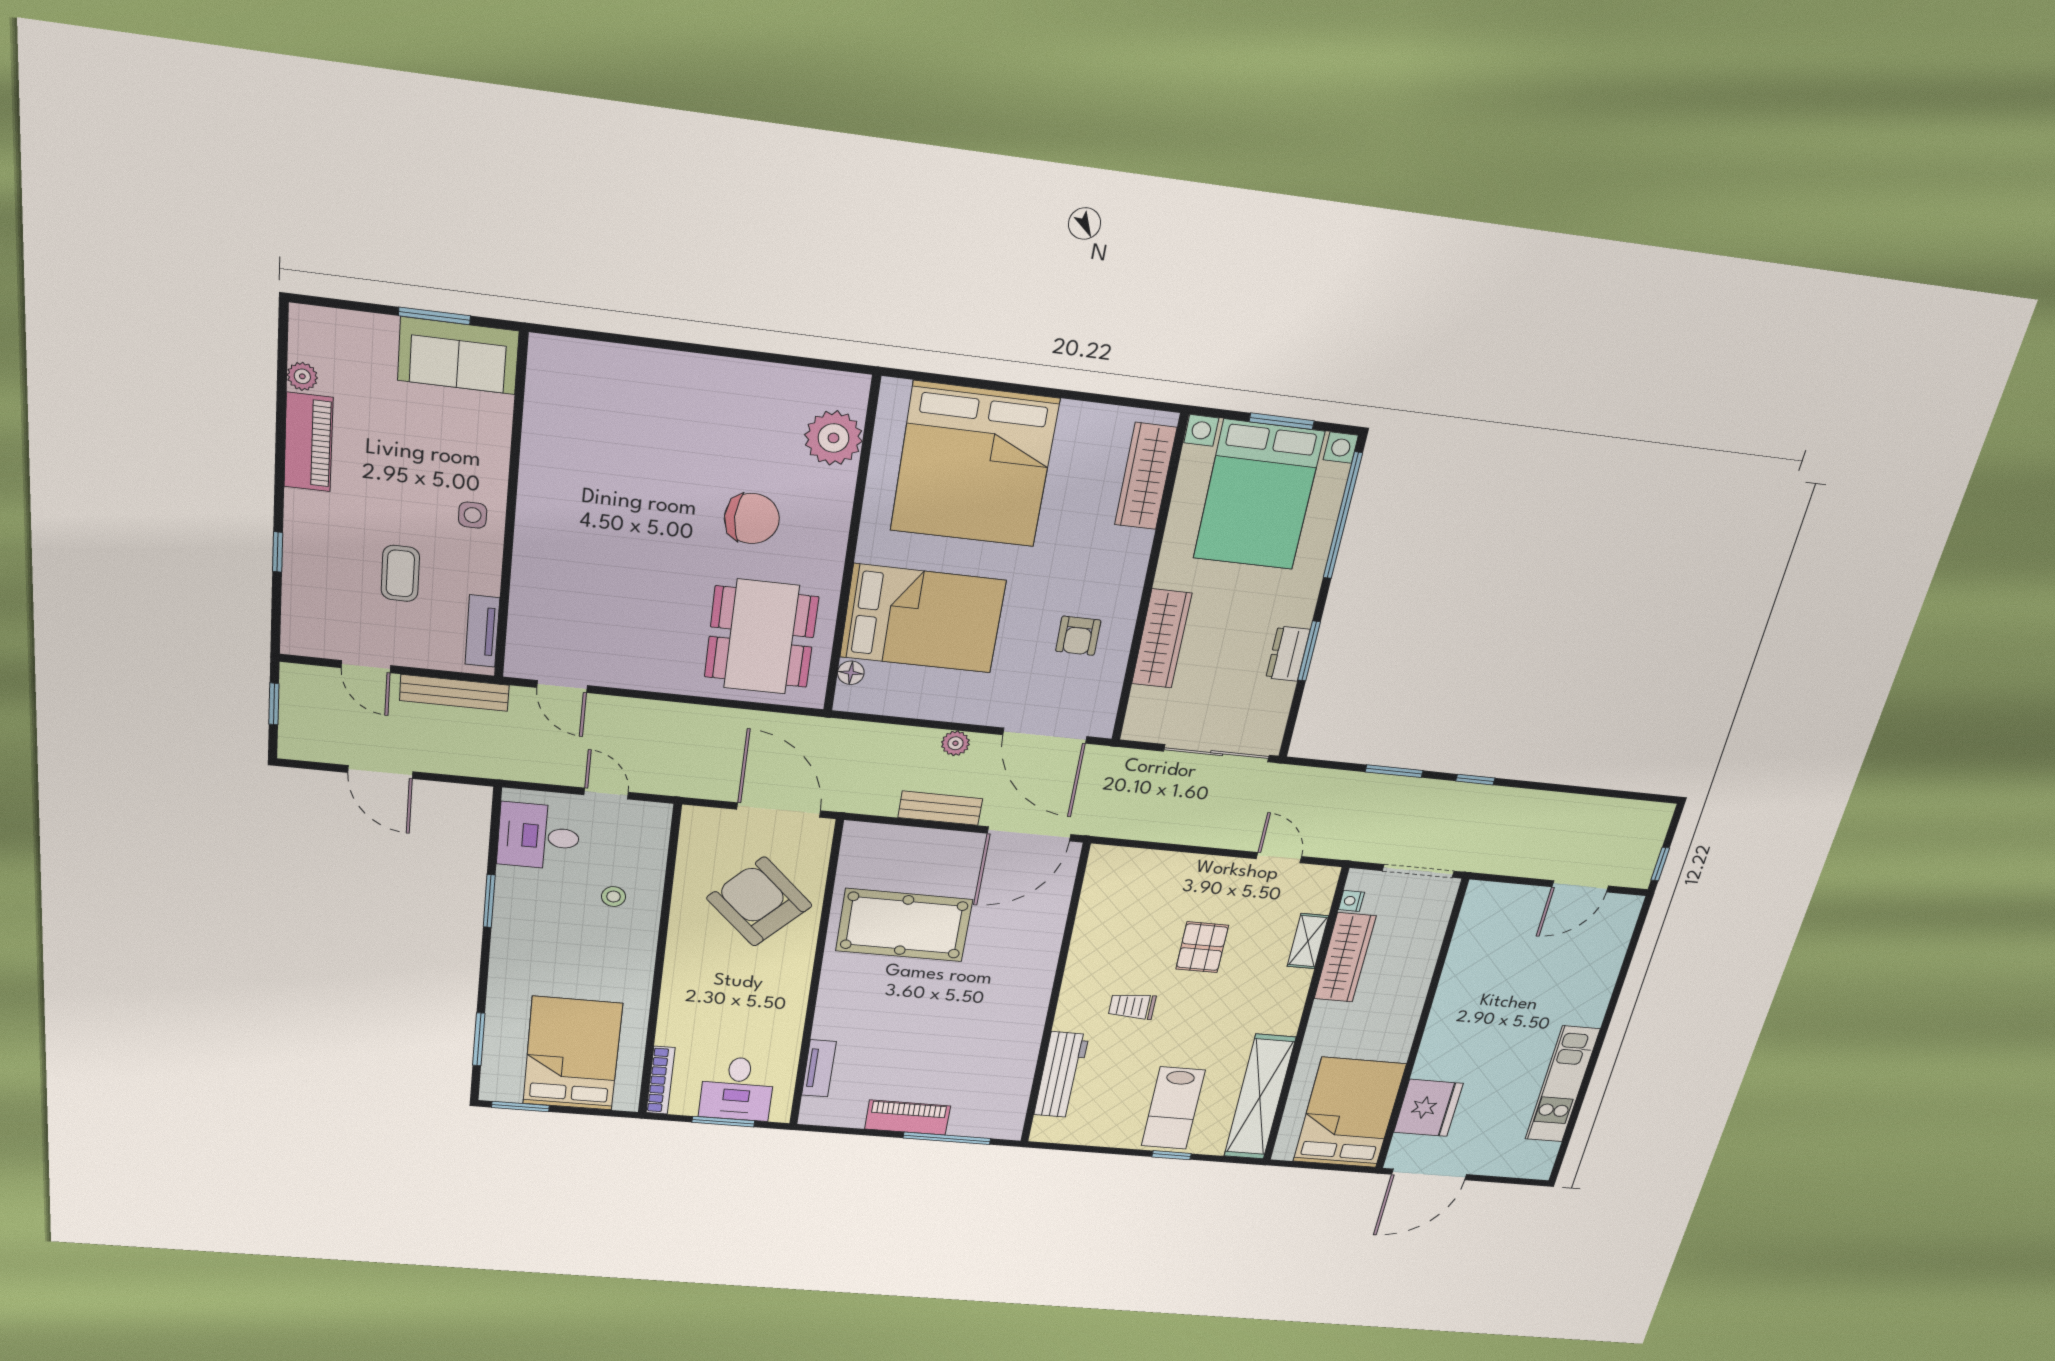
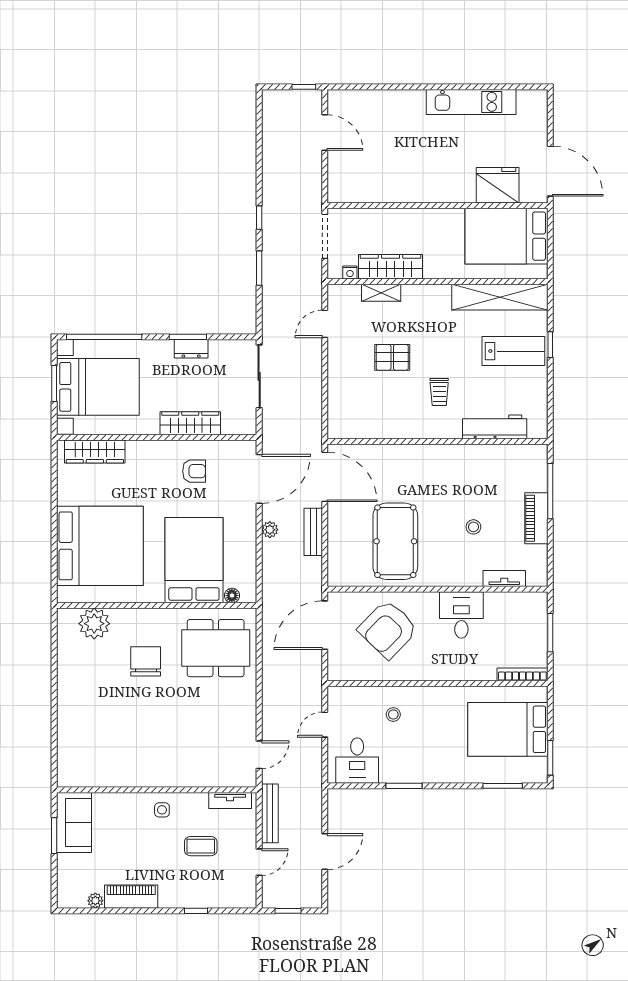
stool: (909, 1034) -> (473, 527), added
desk: (737, 1089) -> (461, 615), moved, turned -90

